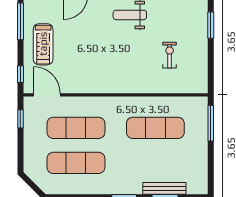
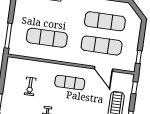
exercise mat: (114, 69) -> (70, 83), added
door: (47, 95) -> (103, 69), moved

